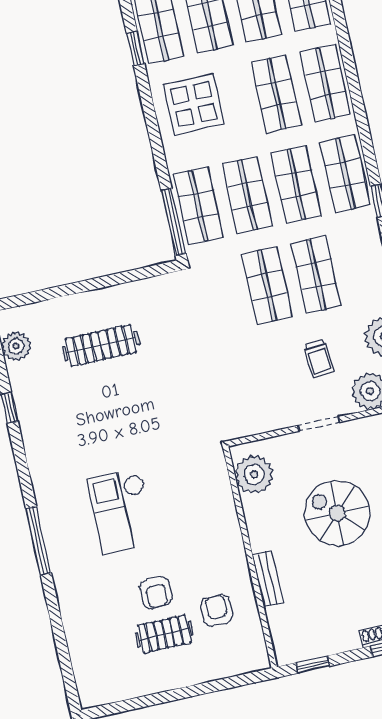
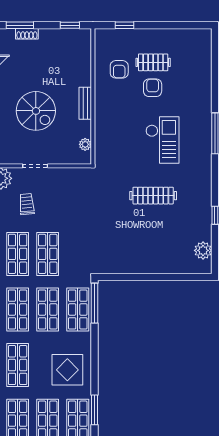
window: (135, 49) -> (94, 410), width x1.50
clothes rail: (101, 346) -> (153, 196), moved
plant: (254, 475) -> (85, 144), width x0.53, depth x0.53
bench: (268, 579) -> (85, 103), moved
window: (224, 684) -> (124, 25), added

